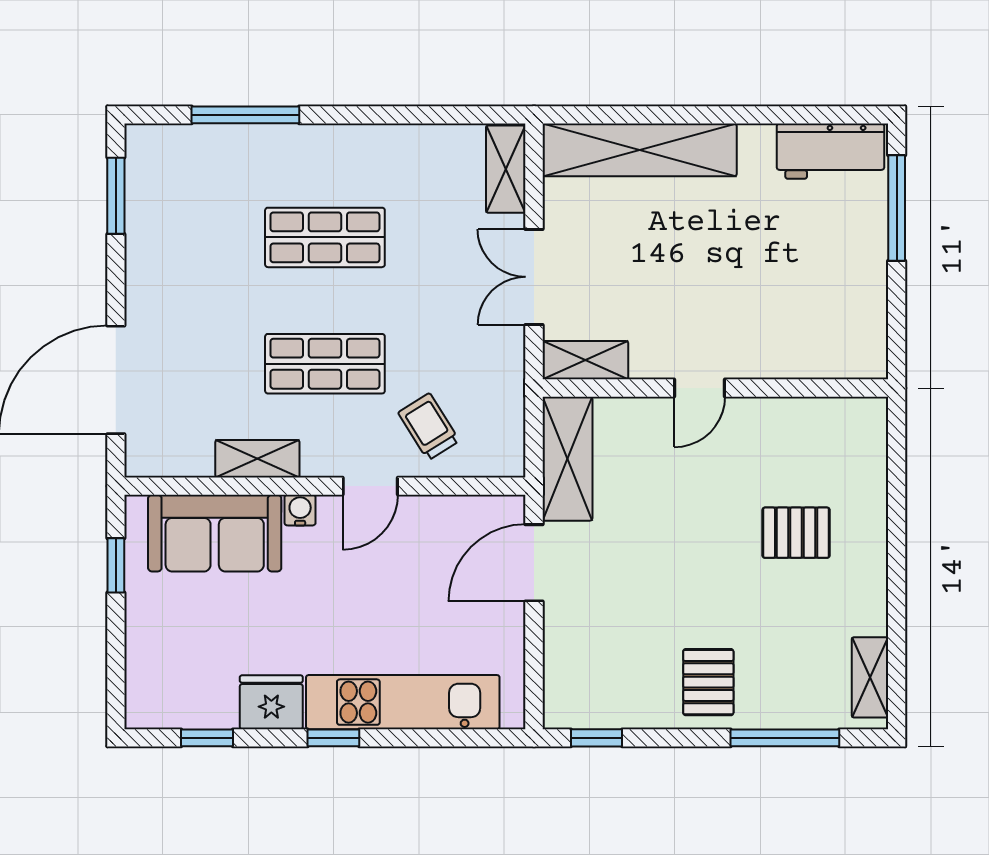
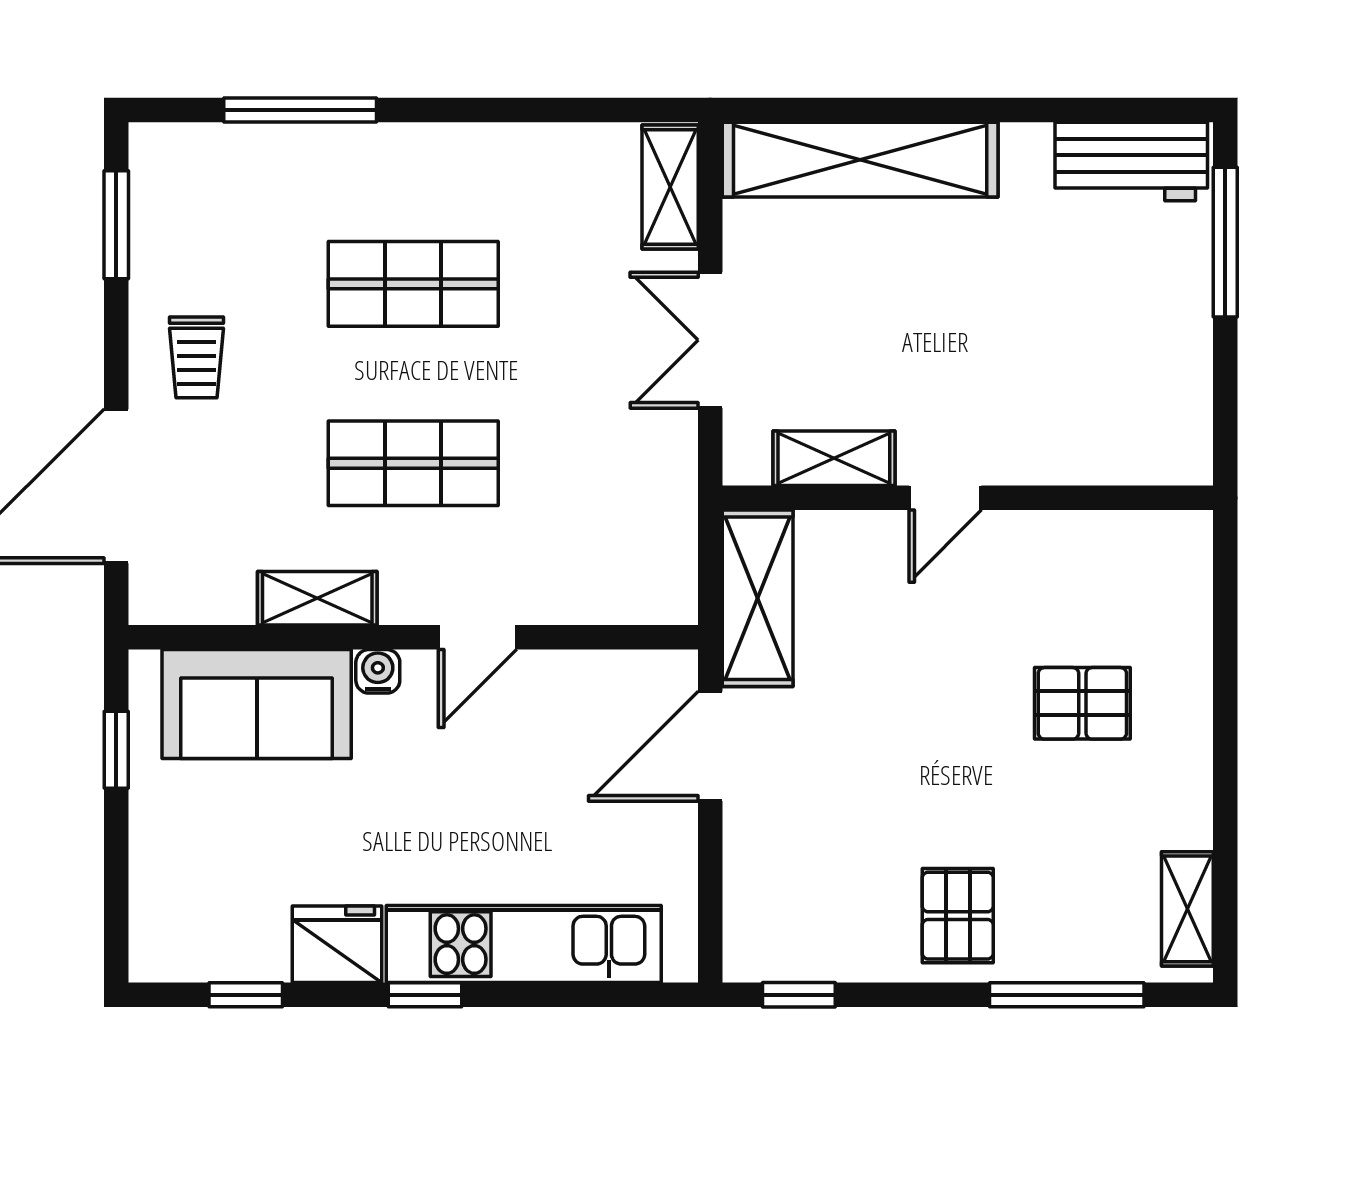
shelving: (585, 360) -> (834, 458), moved
trolley: (429, 427) -> (197, 357), moved, turned -148

